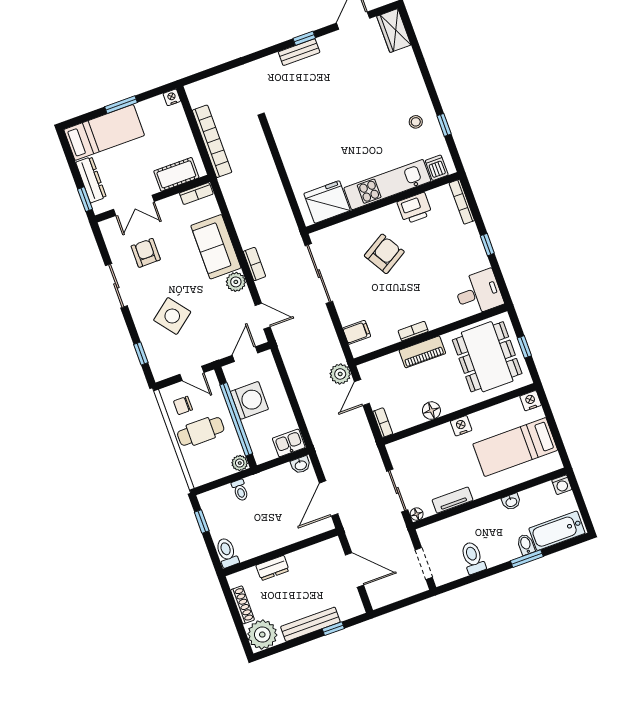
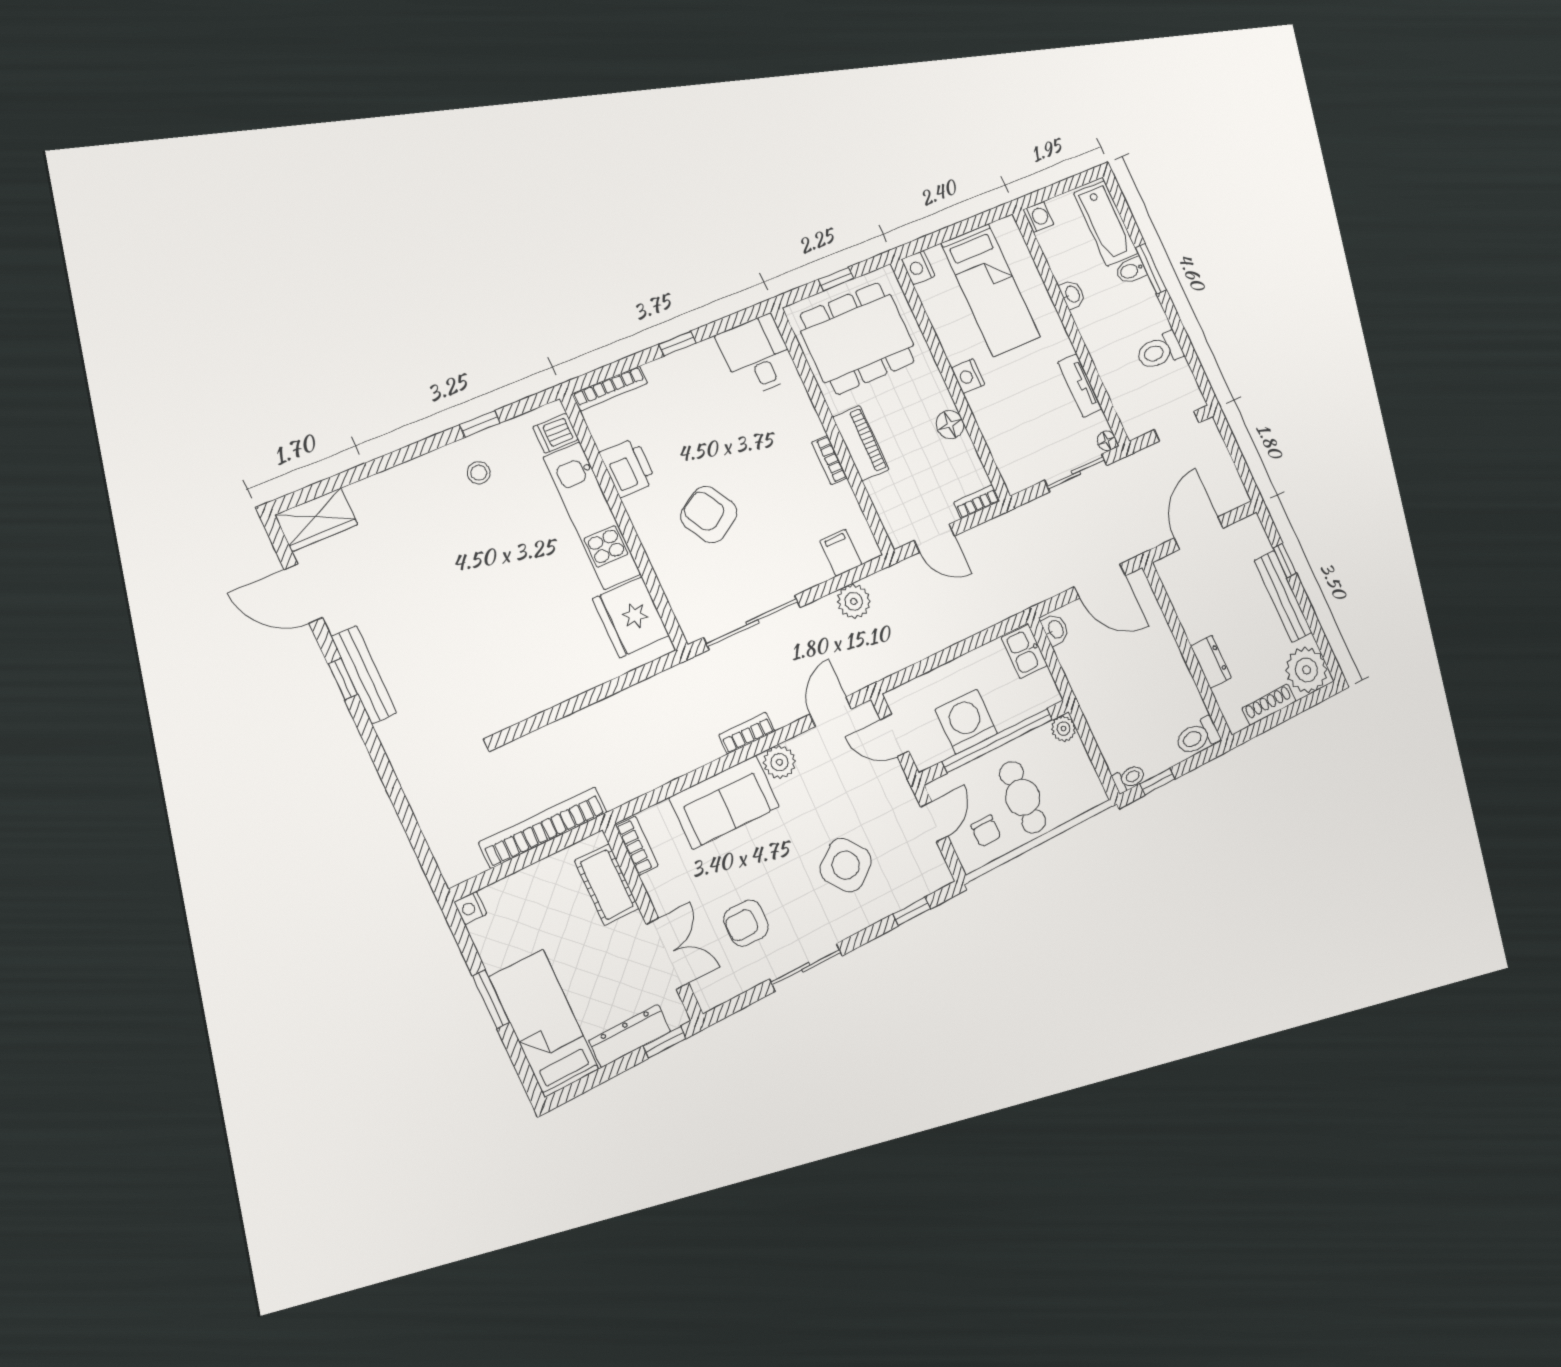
bench: (299, 52) -> (364, 675), width x1.36
plant: (340, 374) -> (854, 601), moved
toilet: (240, 490) -> (1129, 778), moved

